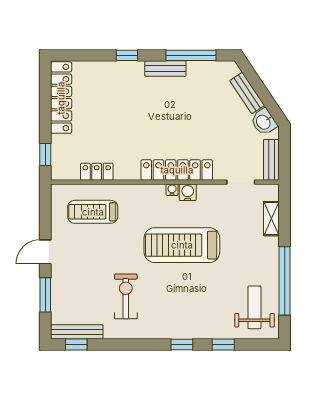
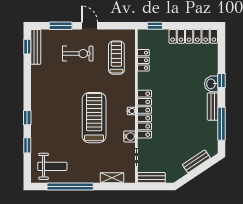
washbasin: (264, 122) -> (211, 84), moved, turned -56
water cooler: (188, 192) -> (130, 136), moved
exercise bike: (126, 296) -> (78, 54), moved

